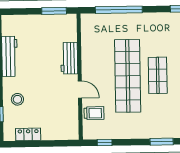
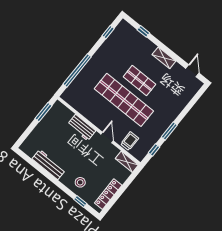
door: (80, 89) -> (107, 137), hinge flipped
shelving: (73, 127) -> (127, 162), added
locker: (28, 134) -> (108, 194), width x1.53
window: (162, 142) -> (169, 131), moved

